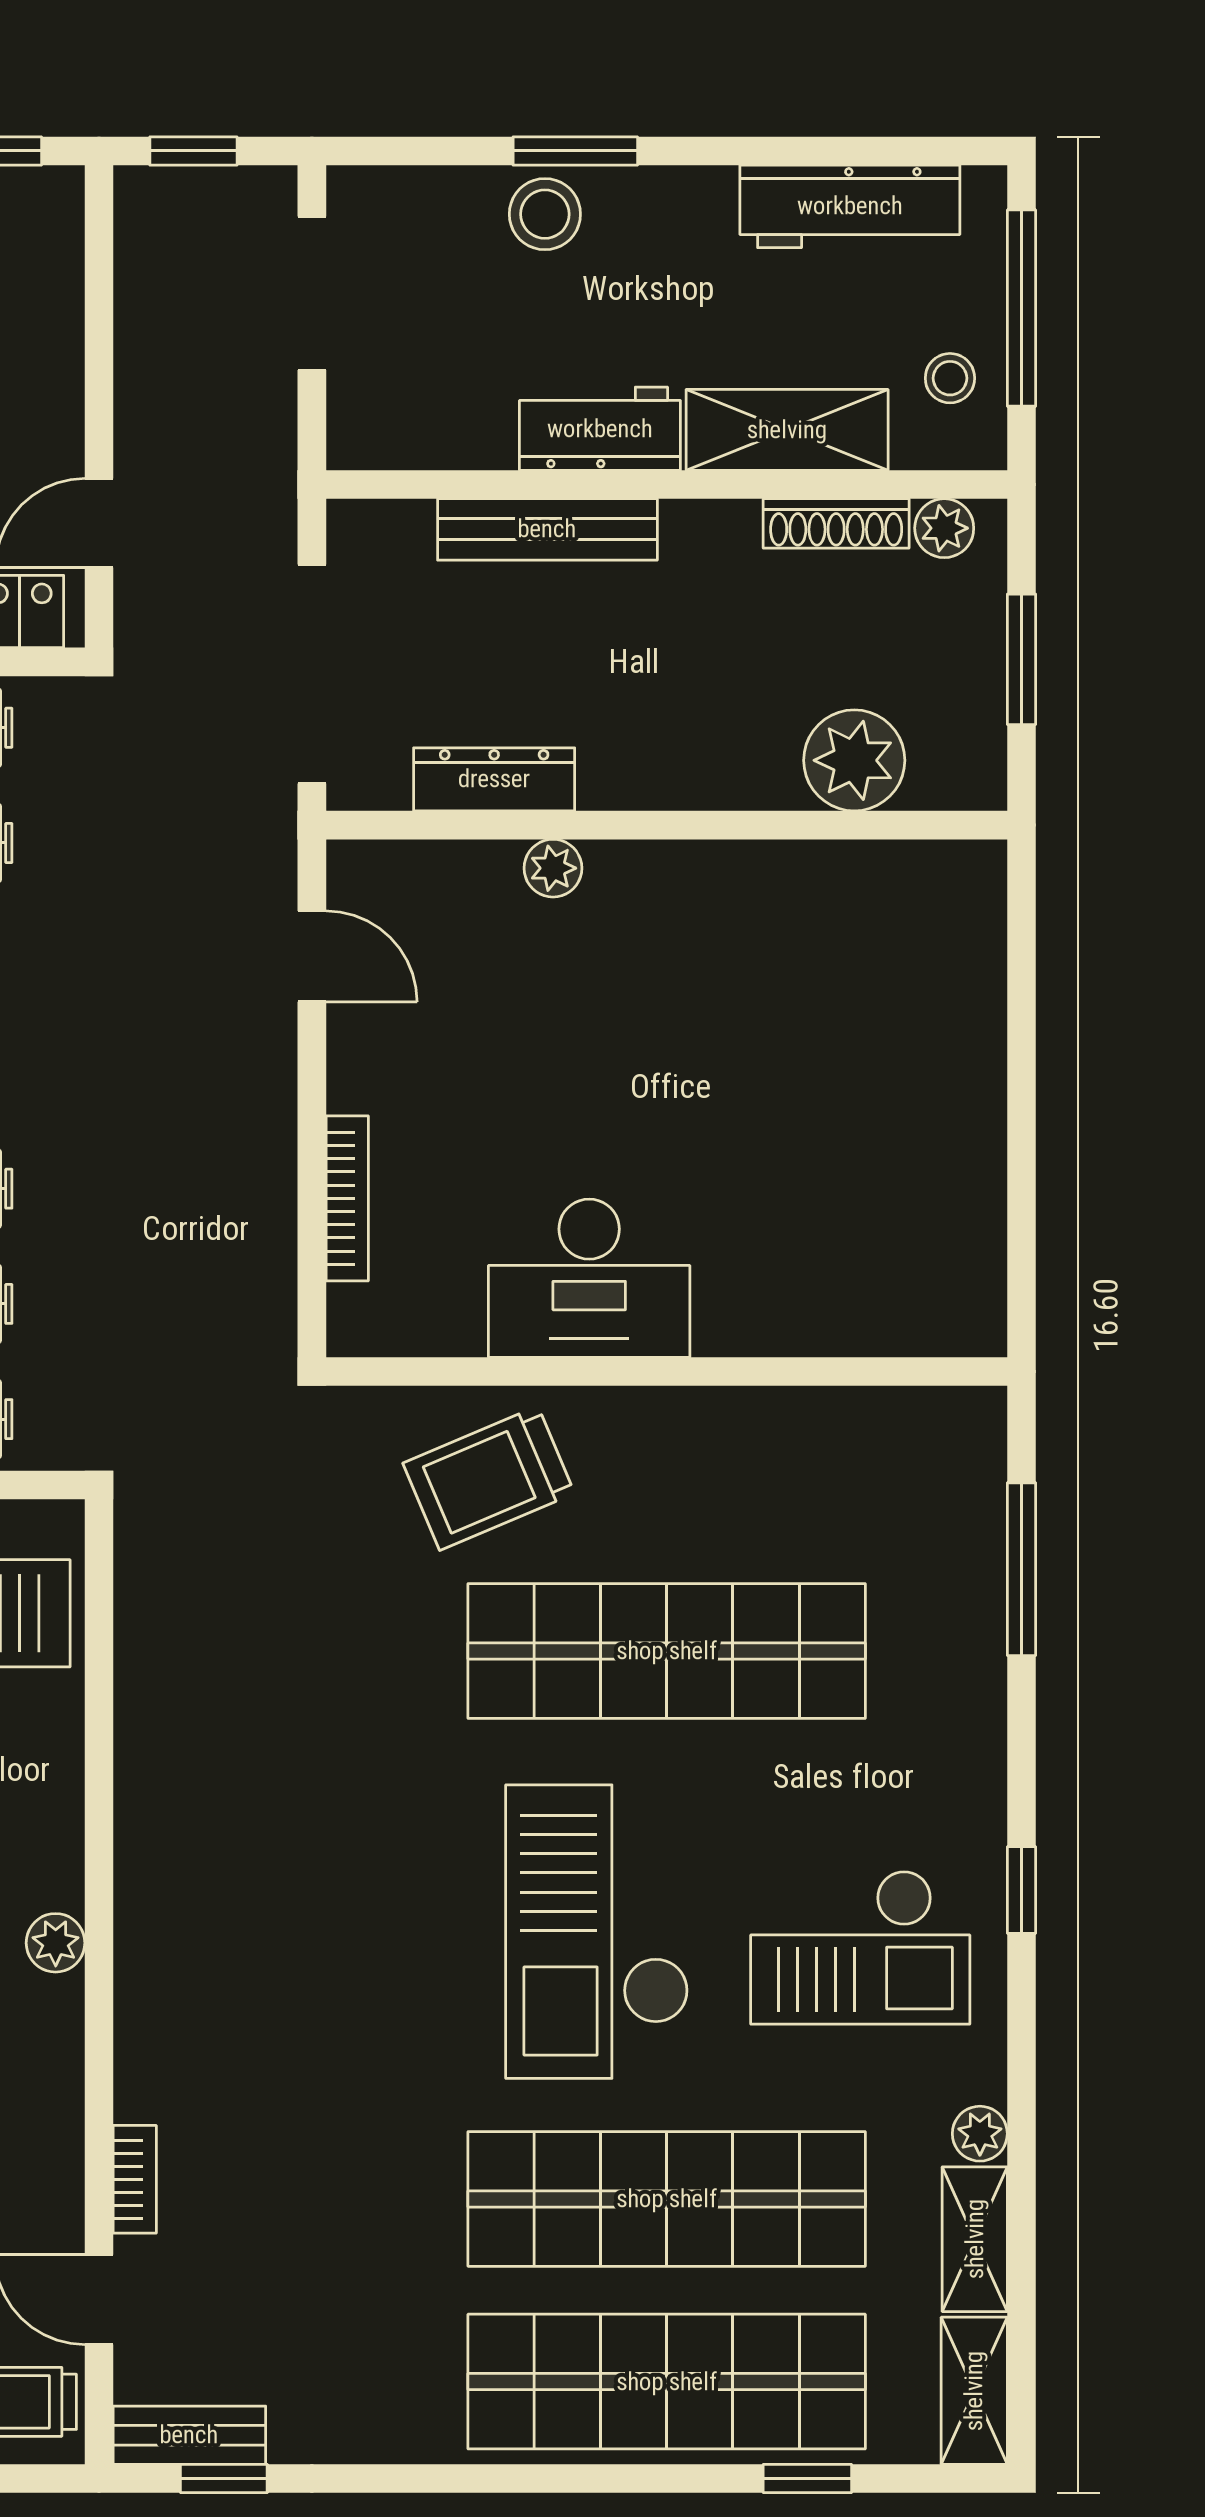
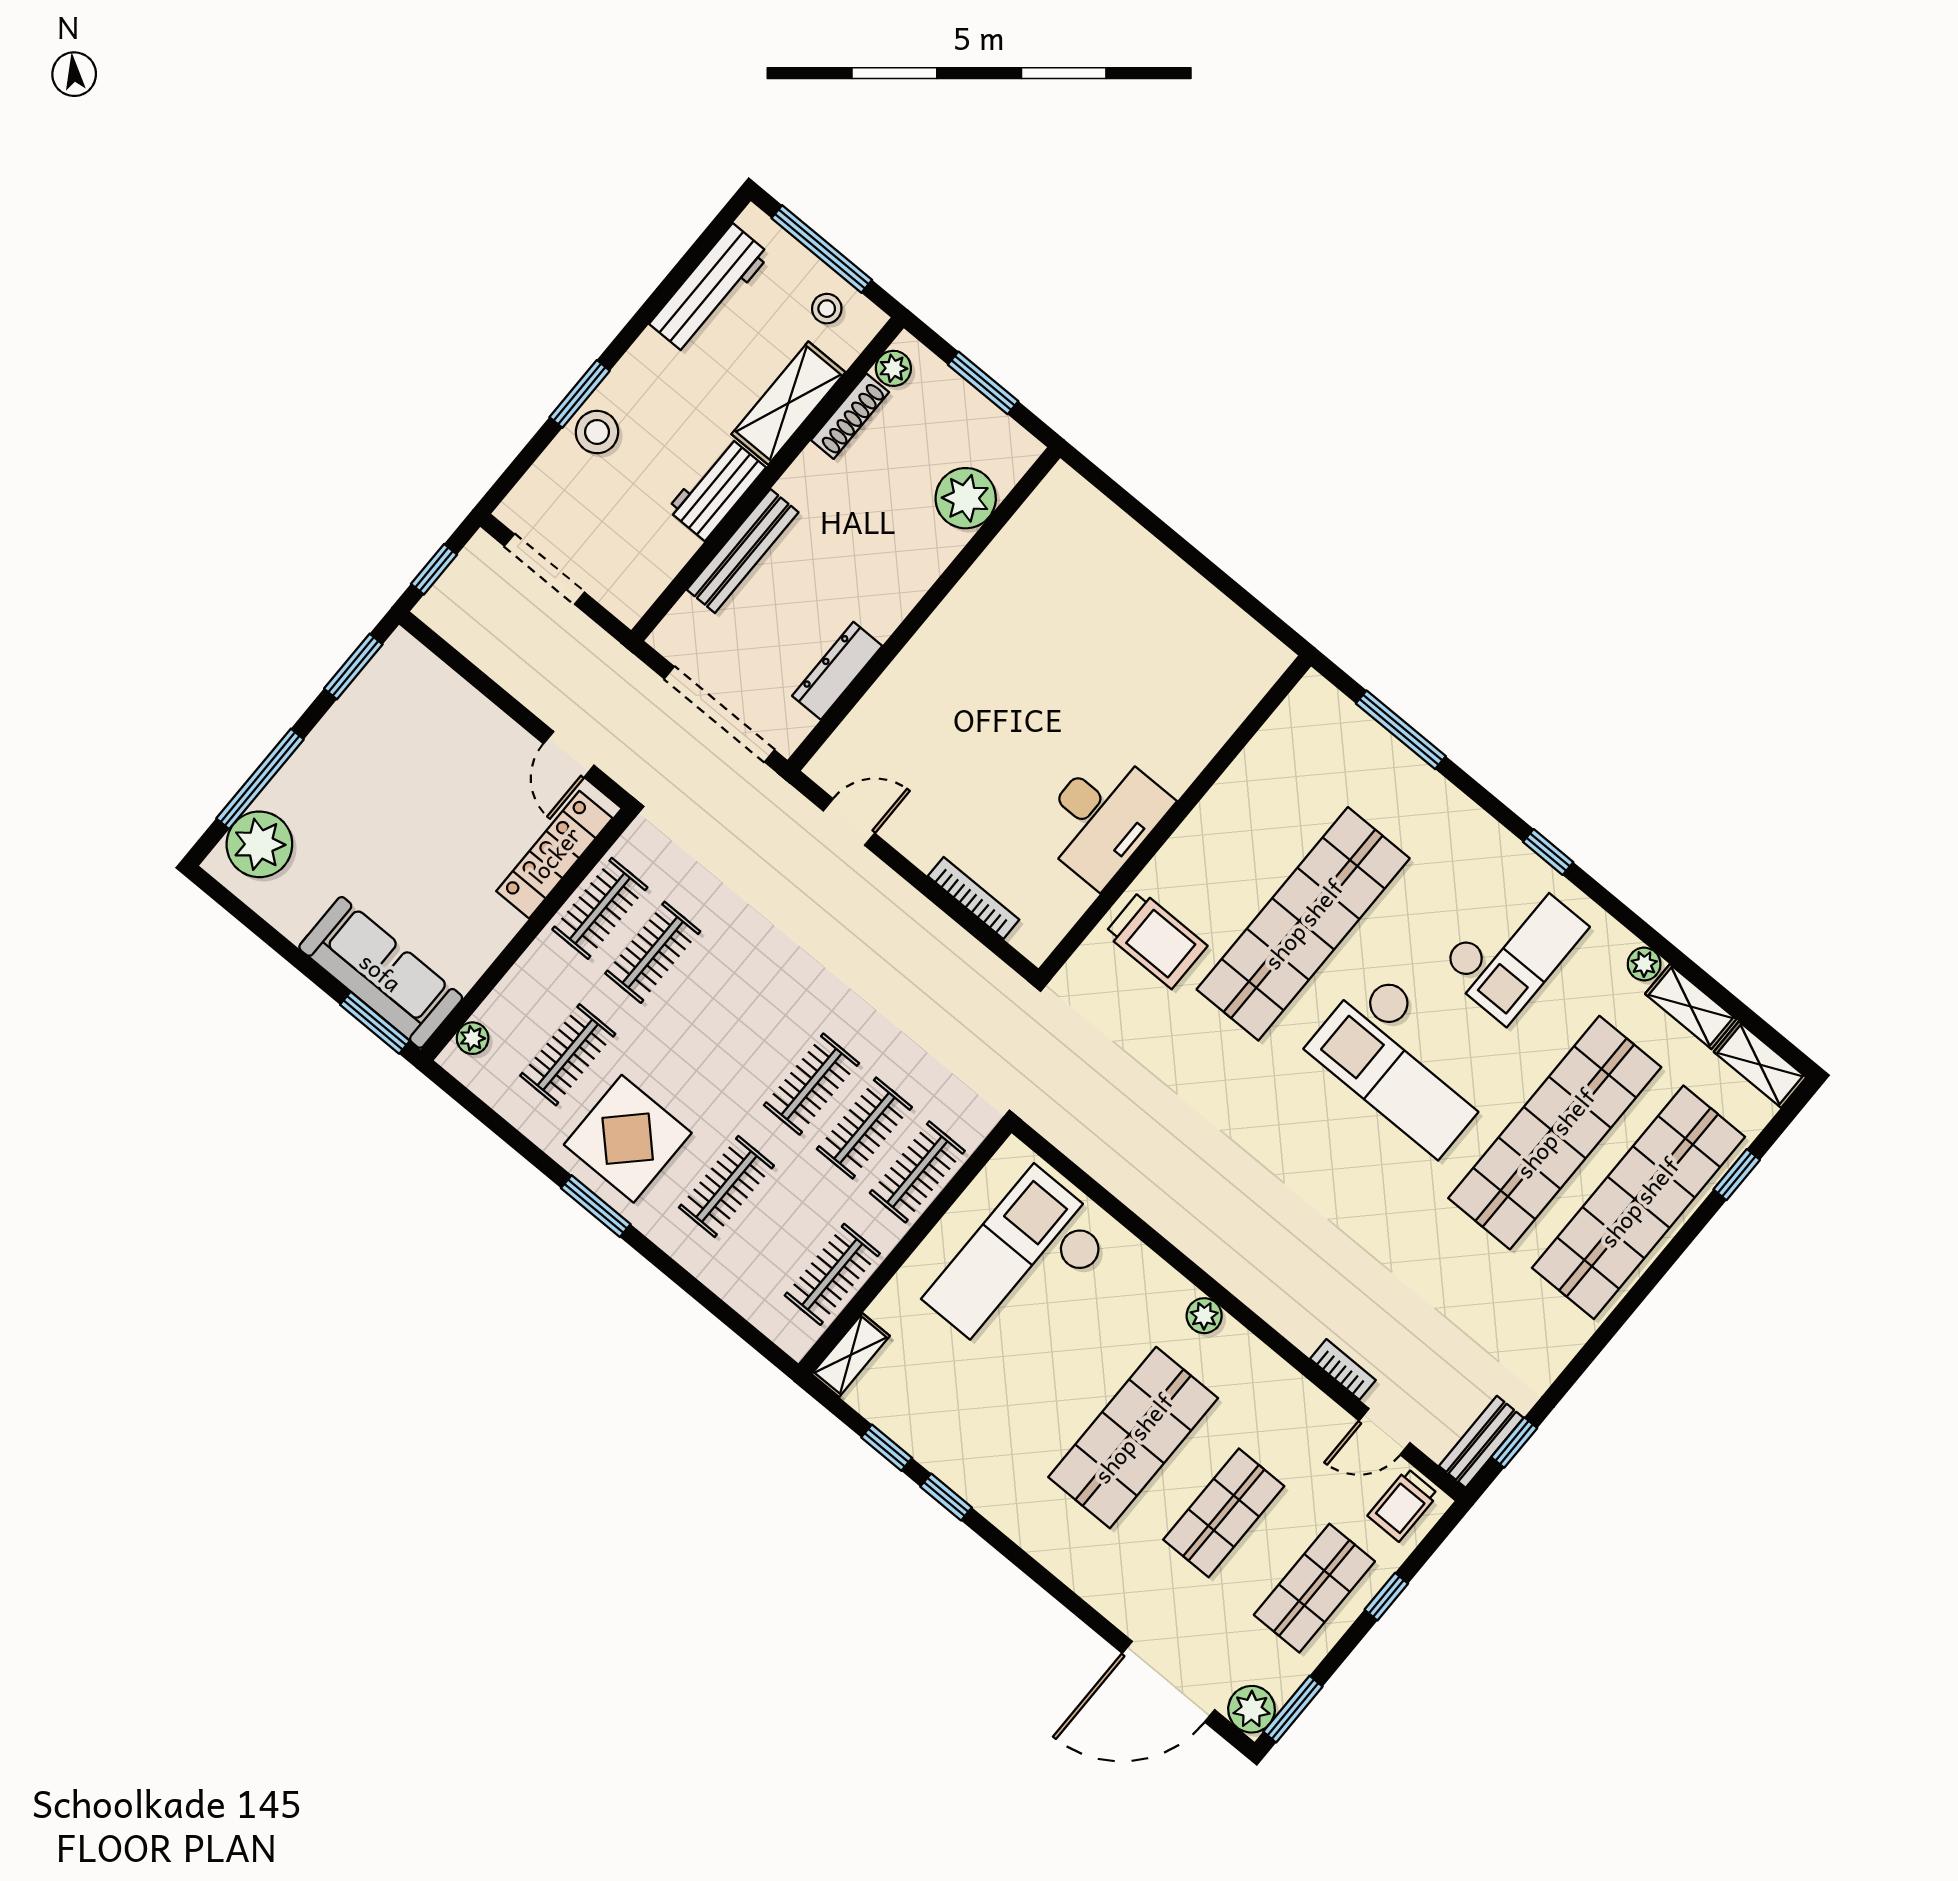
plant: (553, 868) -> (900, 678), removed
trolley: (489, 1478) -> (1156, 940), turned -67

